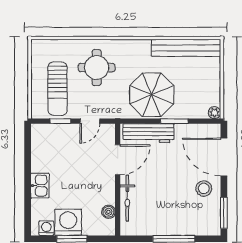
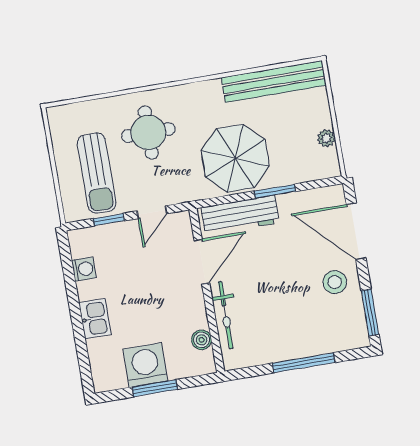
plant: (214, 113) -> (326, 138), moved
washing machine: (46, 228) -> (84, 269), moved, turned 90

